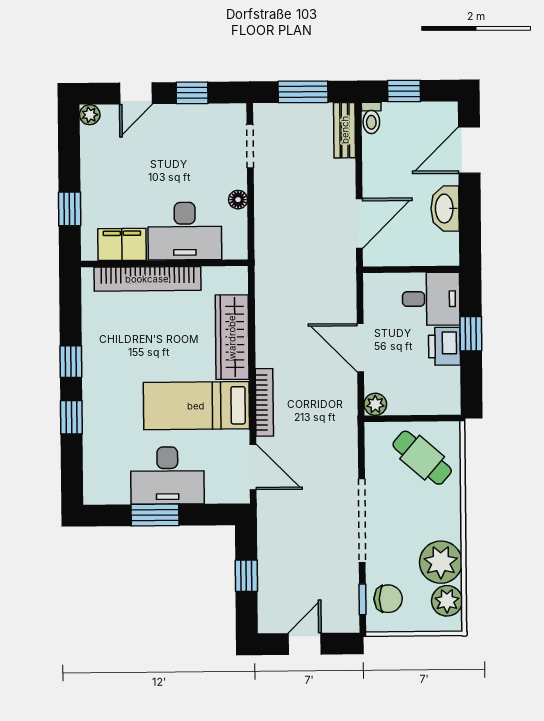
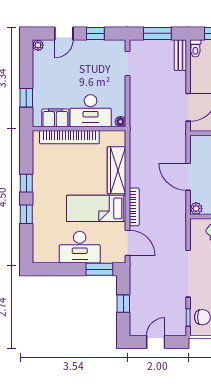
floor lamp: (238, 200) -> (120, 122), moved
window: (155, 515) -> (99, 269), moved

